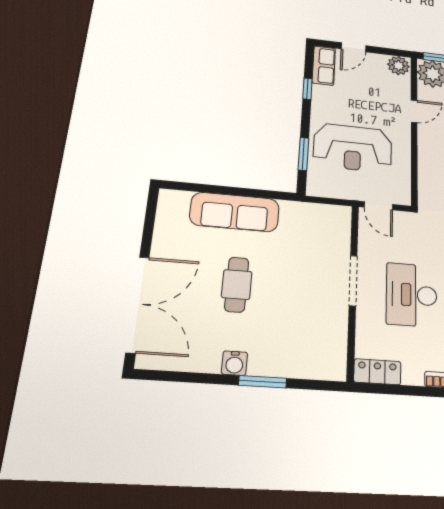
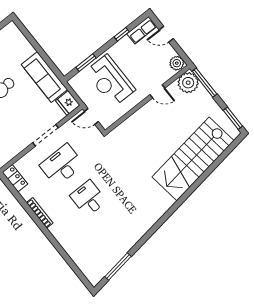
door: (379, 206) -> (91, 116), hinge flipped
sofa: (235, 212) -> (44, 77), moved
fridge: (335, 218) -> (68, 103), added

